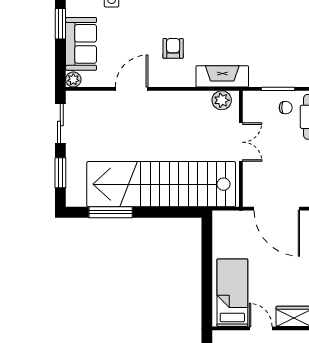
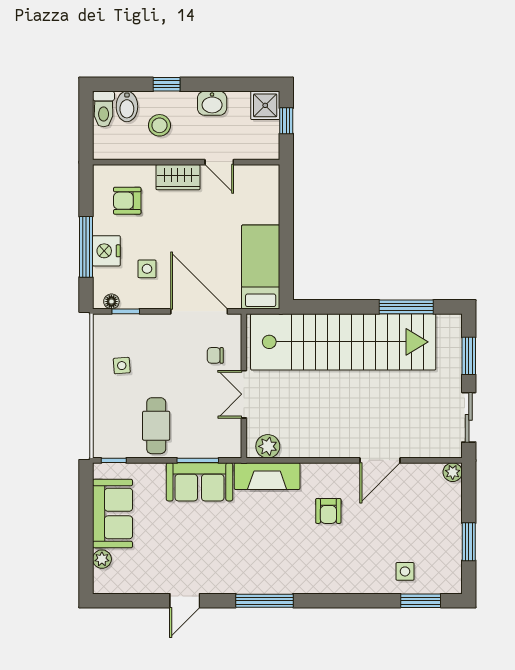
sofa: (81, 44) -> (199, 482), moved, turned -90
chair: (286, 108) -> (215, 355), moved
bed: (232, 293) -> (261, 267), moved, turned 180

